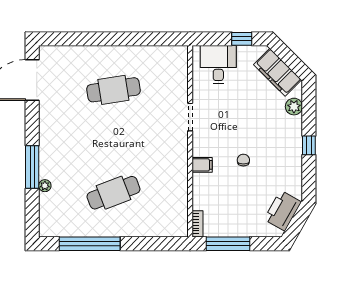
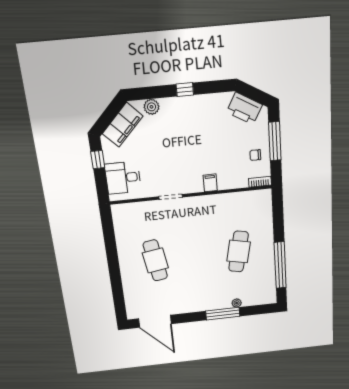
chair: (243, 160) -> (255, 155), moved
cafe table: (113, 193) -> (239, 252), turned 33
window: (228, 244) -> (275, 141), moved

